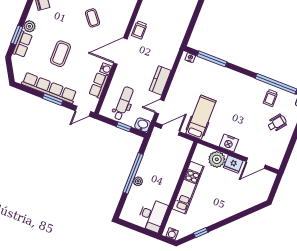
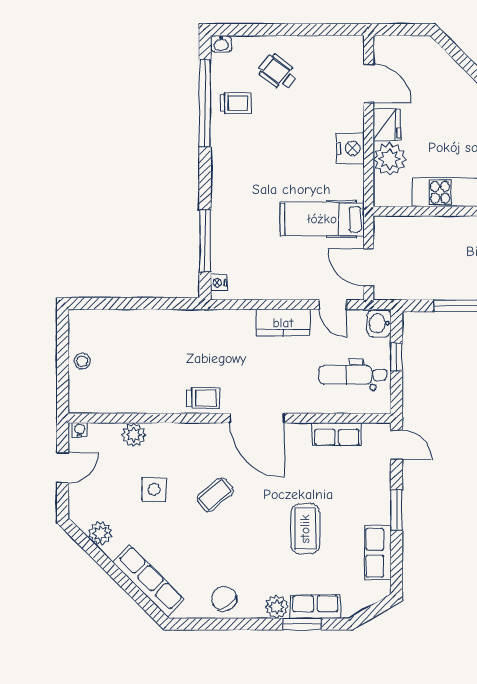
coffee table: (60, 54) -> (305, 529), turned 90
water cooler: (106, 69) -> (301, 432), removed
row of seats: (49, 88) -> (378, 553), width x0.50

